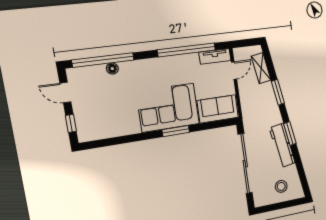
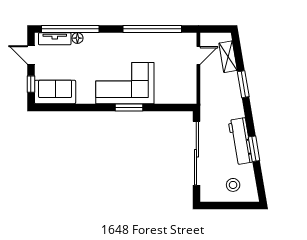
tv unit: (215, 56) -> (55, 39), moved
sofa: (218, 109) -> (55, 92), moved
window: (290, 133) -> (254, 149), moved

